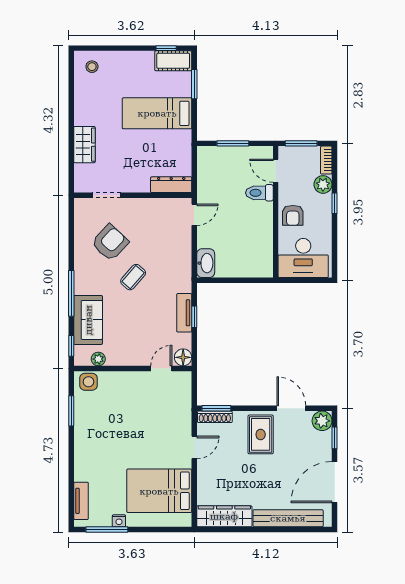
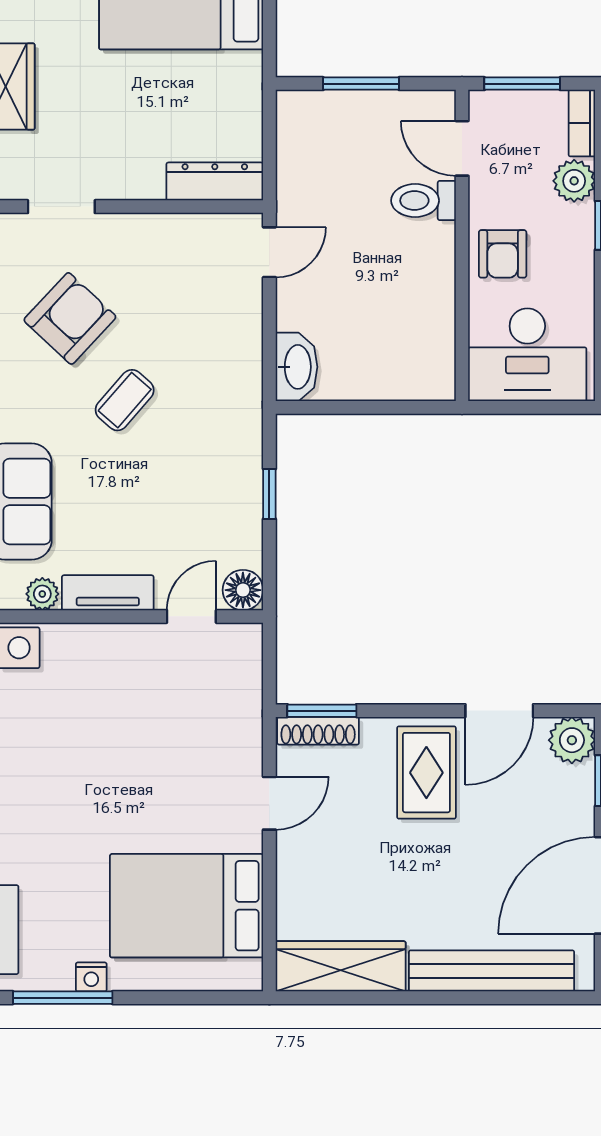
tv unit: (184, 313) -> (108, 593), moved, turned 90
door: (291, 408) -> (499, 711), swing flipped

